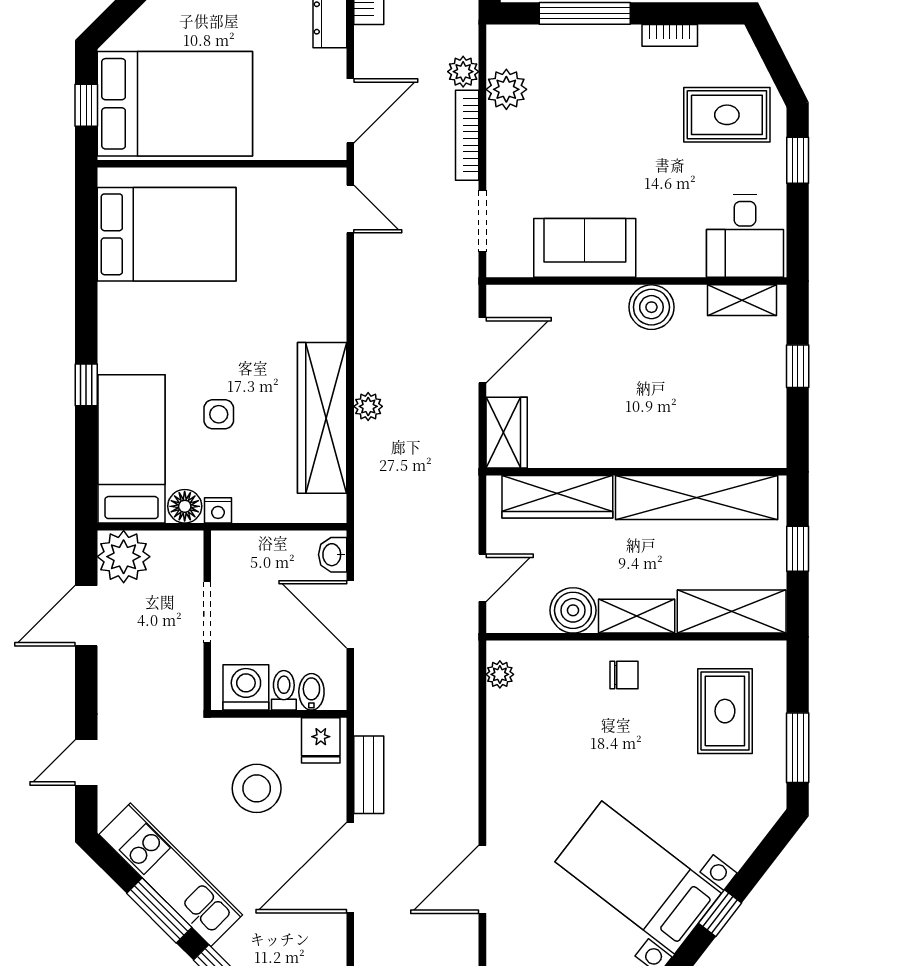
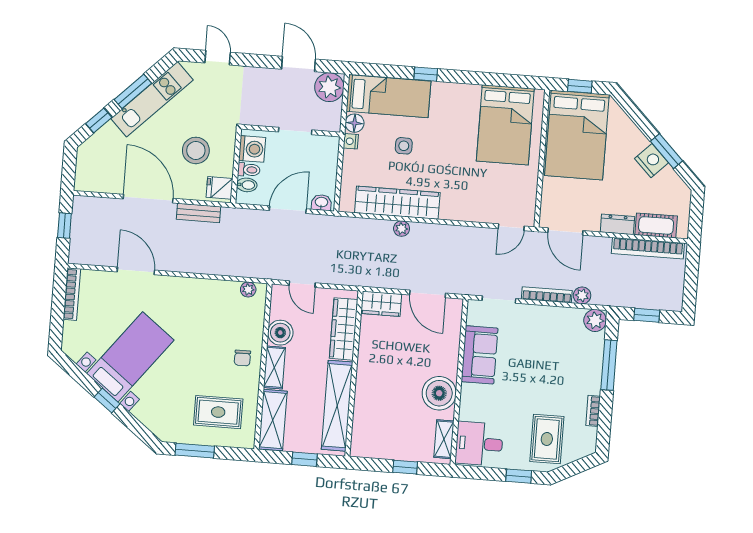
plant: (506, 89) -> (595, 320), moved
boiler: (651, 307) -> (439, 393), width x1.37, depth x1.37

